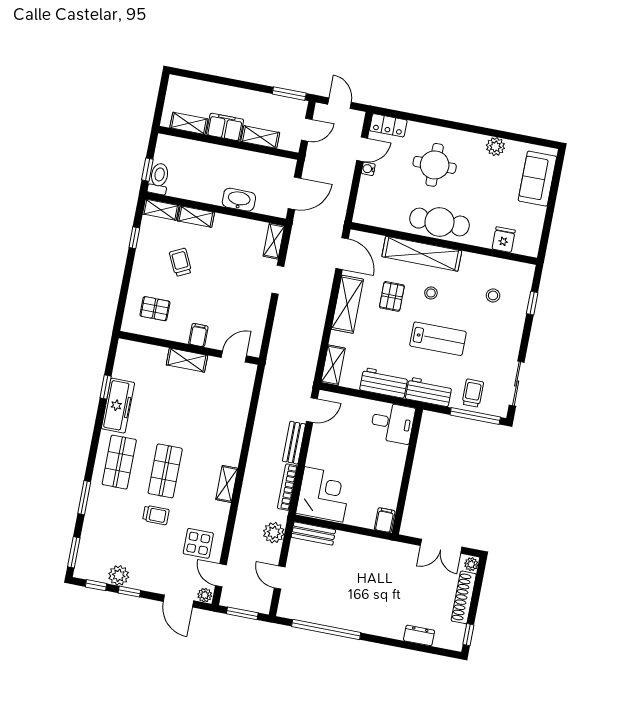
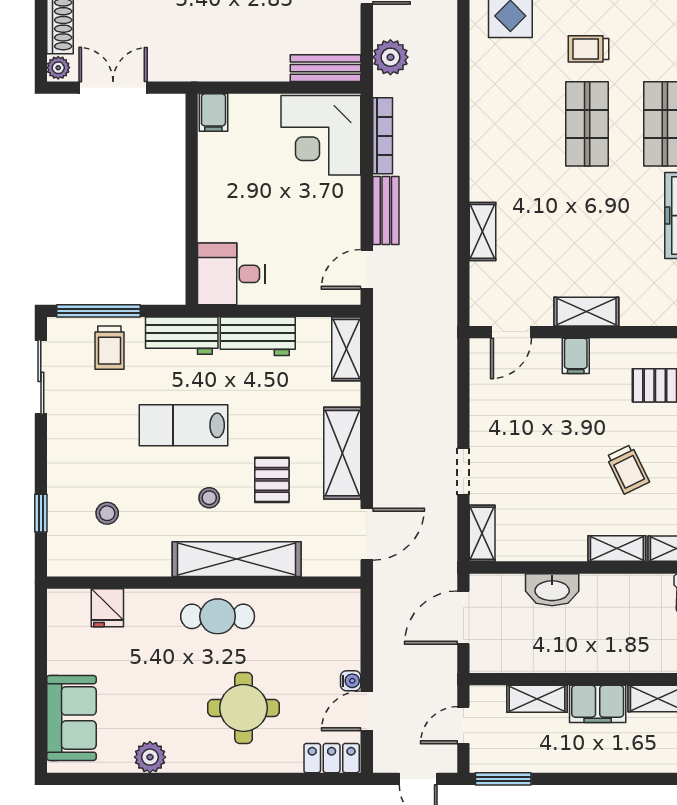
cafe table: (439, 222) -> (218, 616), width x0.73, depth x0.74
door: (342, 254) -> (367, 534), swing flipped
shelving: (227, 484) -> (483, 231), moved

